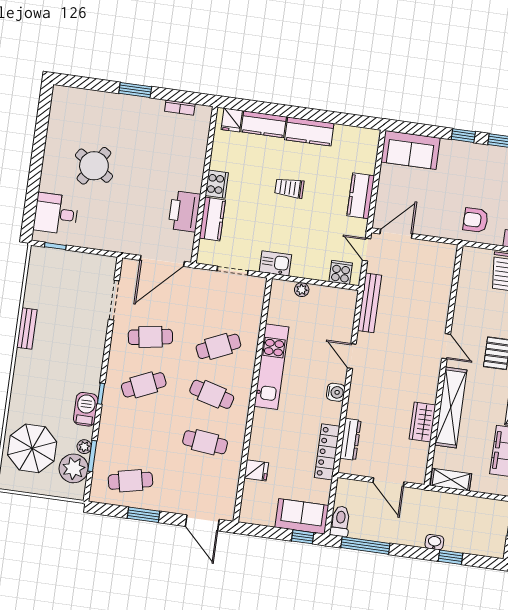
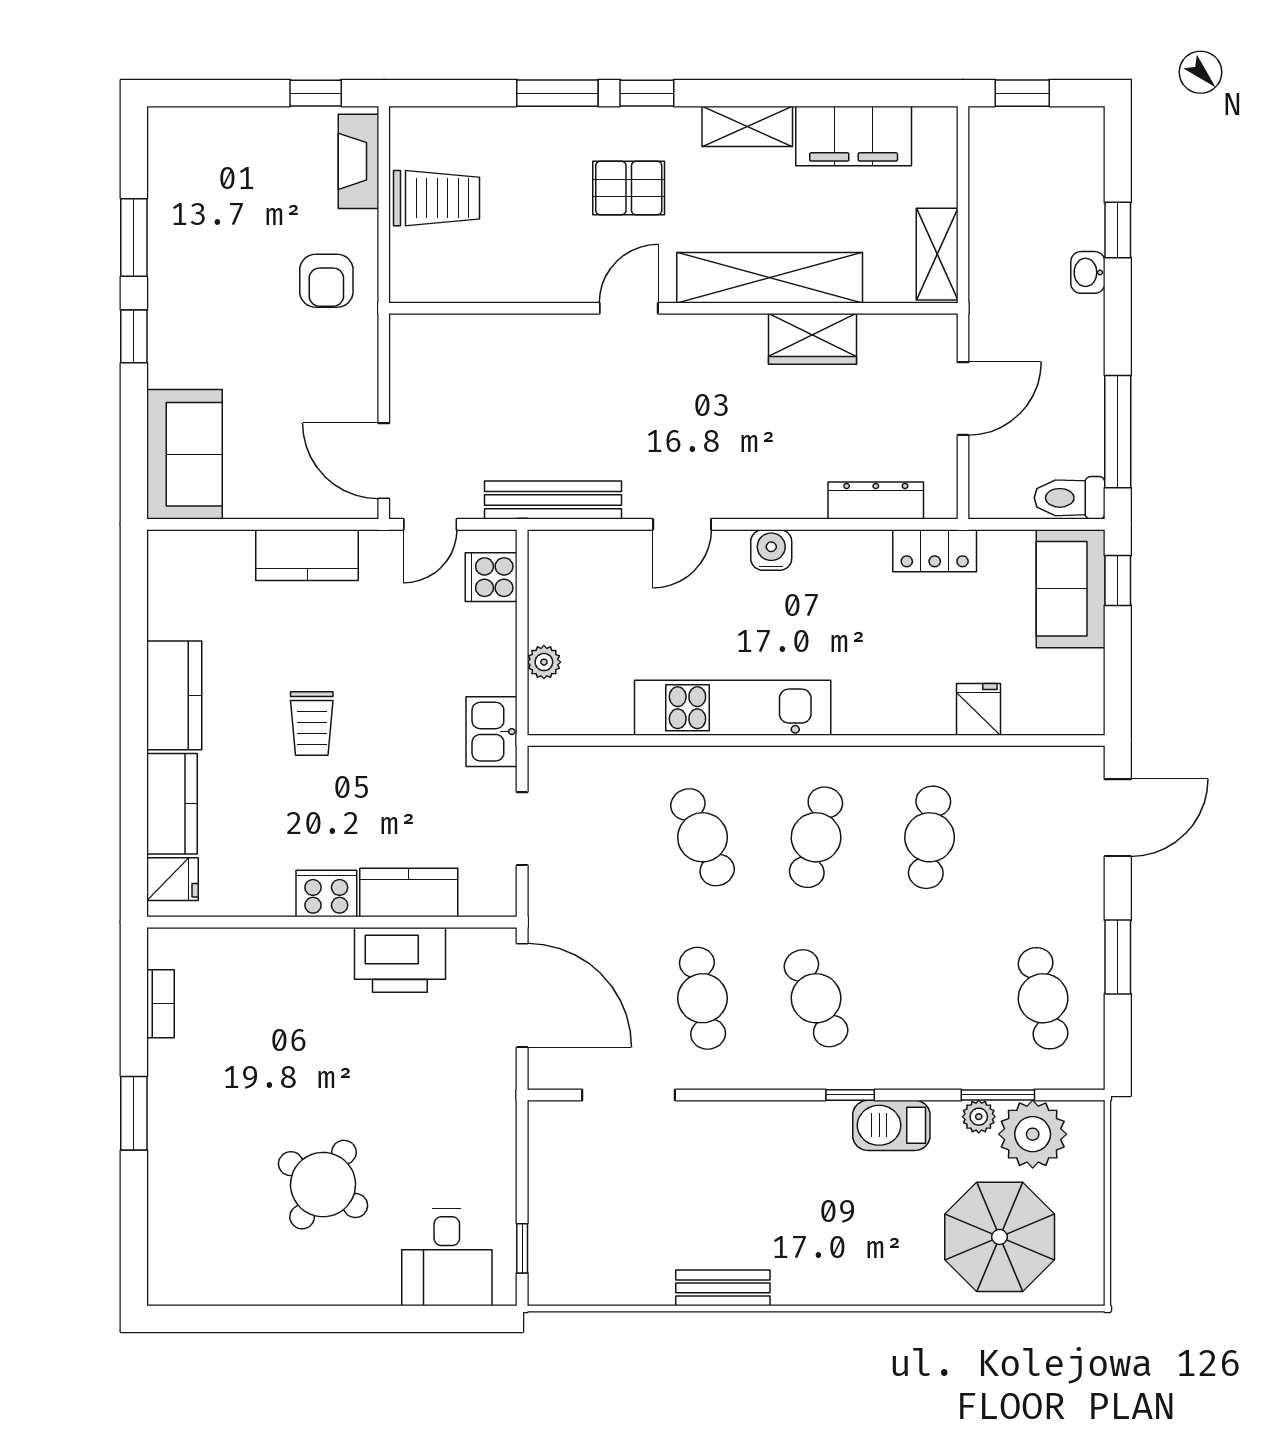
locker: (327, 452) -> (935, 551), width x0.66

